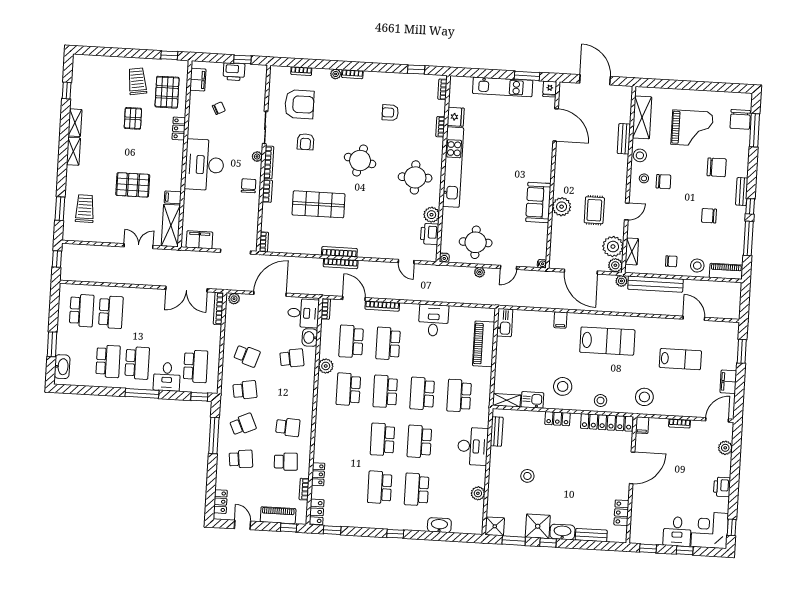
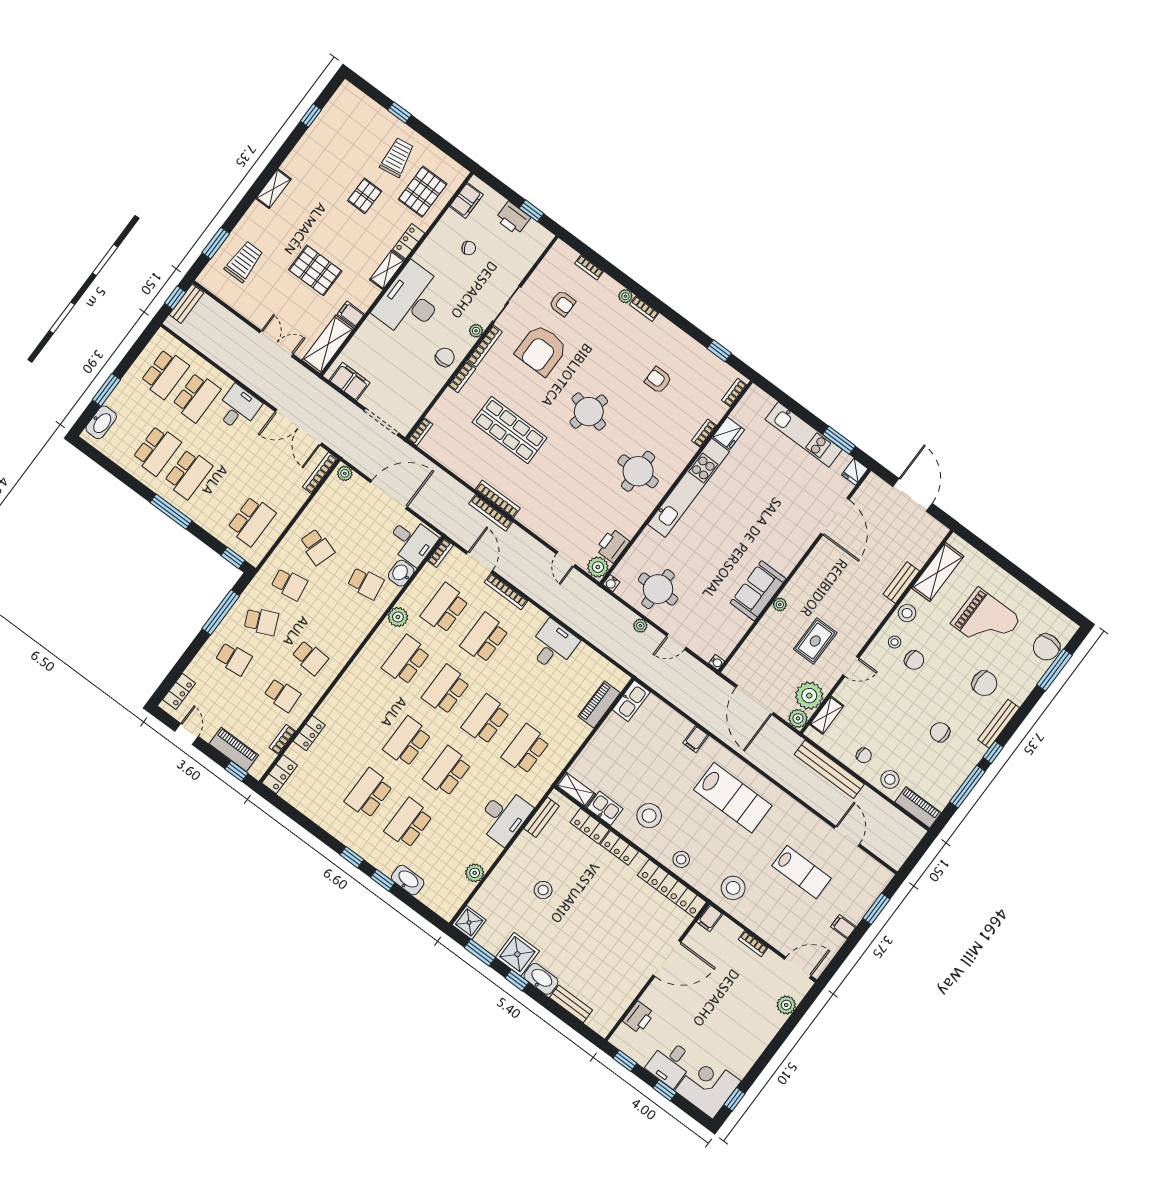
window: (169, 55) -> (400, 113), moved
armchair: (299, 104) -> (562, 303), width x0.53, depth x0.53
shelving: (75, 123) -> (387, 270), moved
armchair: (305, 142) -> (541, 350), width x1.88, depth x1.88
bench: (742, 192) -> (999, 724), width x1.36
plant: (562, 207) -> (780, 604), width x0.53, depth x0.53
plant: (432, 215) -> (598, 567), moved
bench: (66, 258) -> (186, 304), added
plant: (621, 281) -> (793, 741), removed
piano: (484, 344) -> (599, 705), width x0.73, depth x0.75
desk: (167, 377) -> (238, 408), moved, turned 180
filing cabinet: (728, 382) -> (843, 927), width x0.50
printer: (722, 487) -> (639, 1017), moved, turned 180
locker: (621, 513) -> (590, 826), moved, turned -90
window: (332, 530) -> (383, 880), moved

